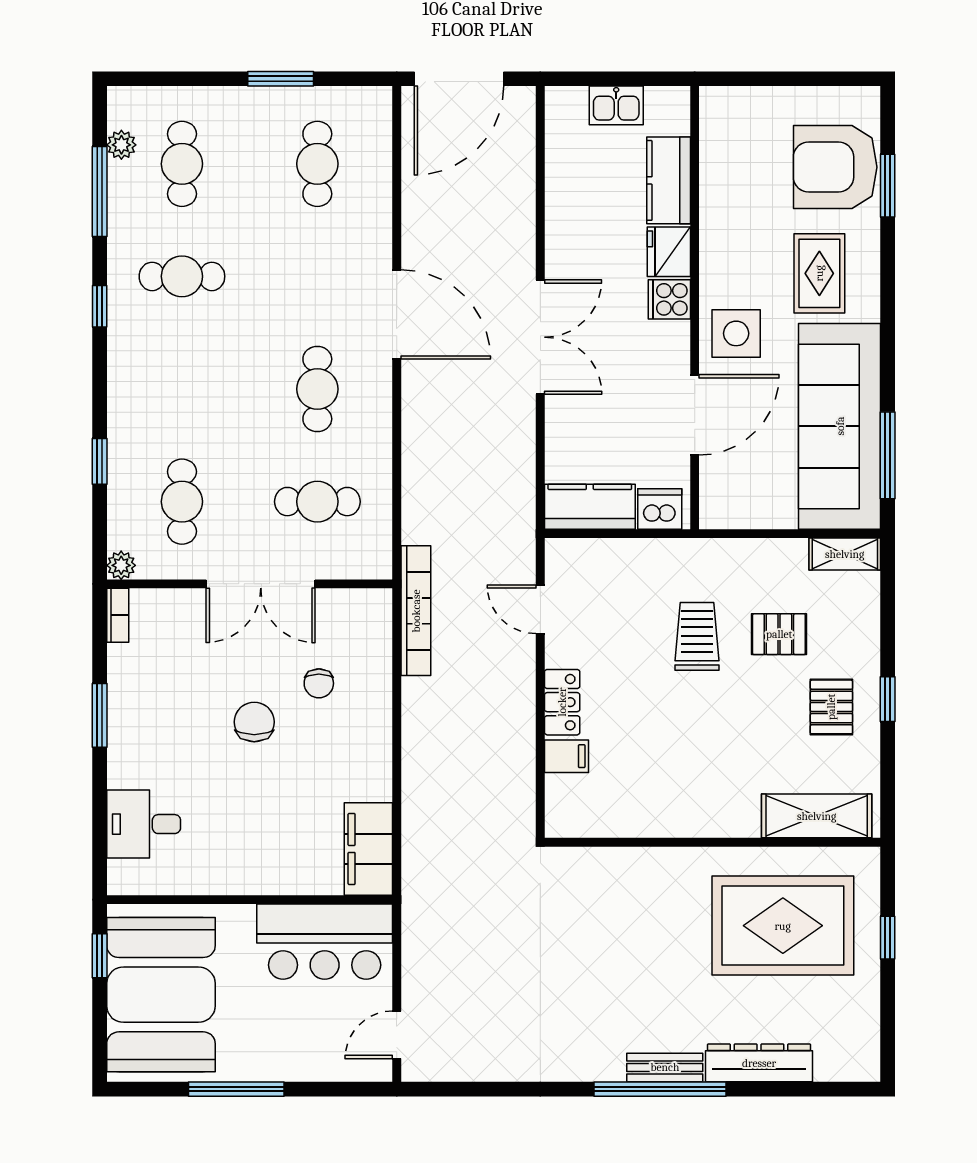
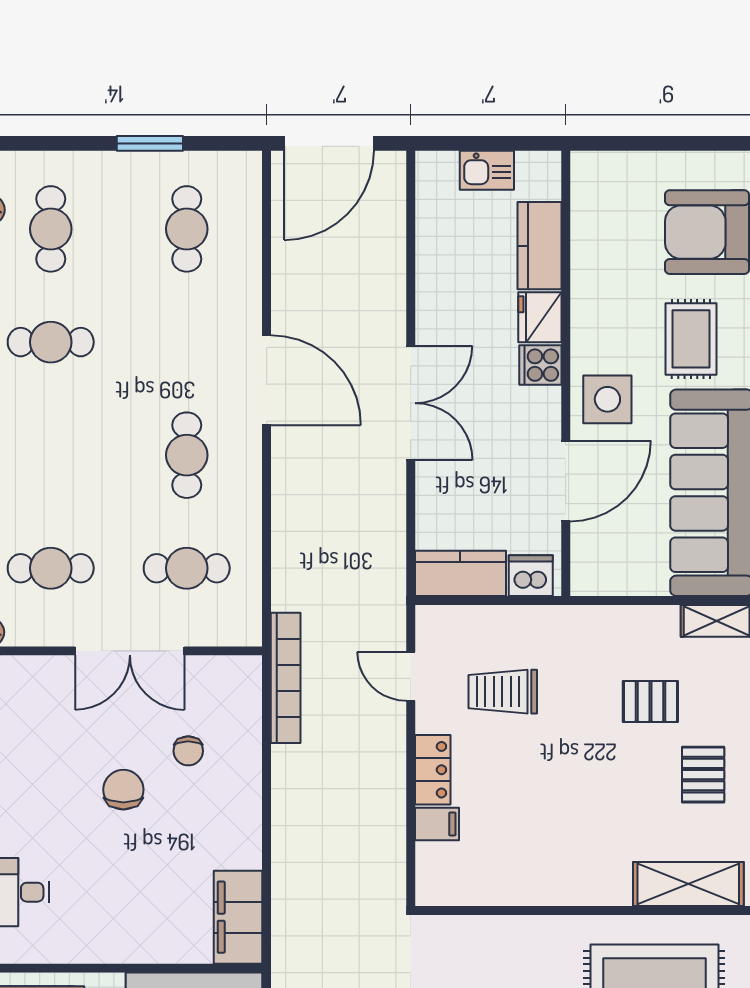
cafe table: (182, 502) -> (51, 568), turned 90
trolley: (697, 636) -> (503, 692), moved, turned -90

